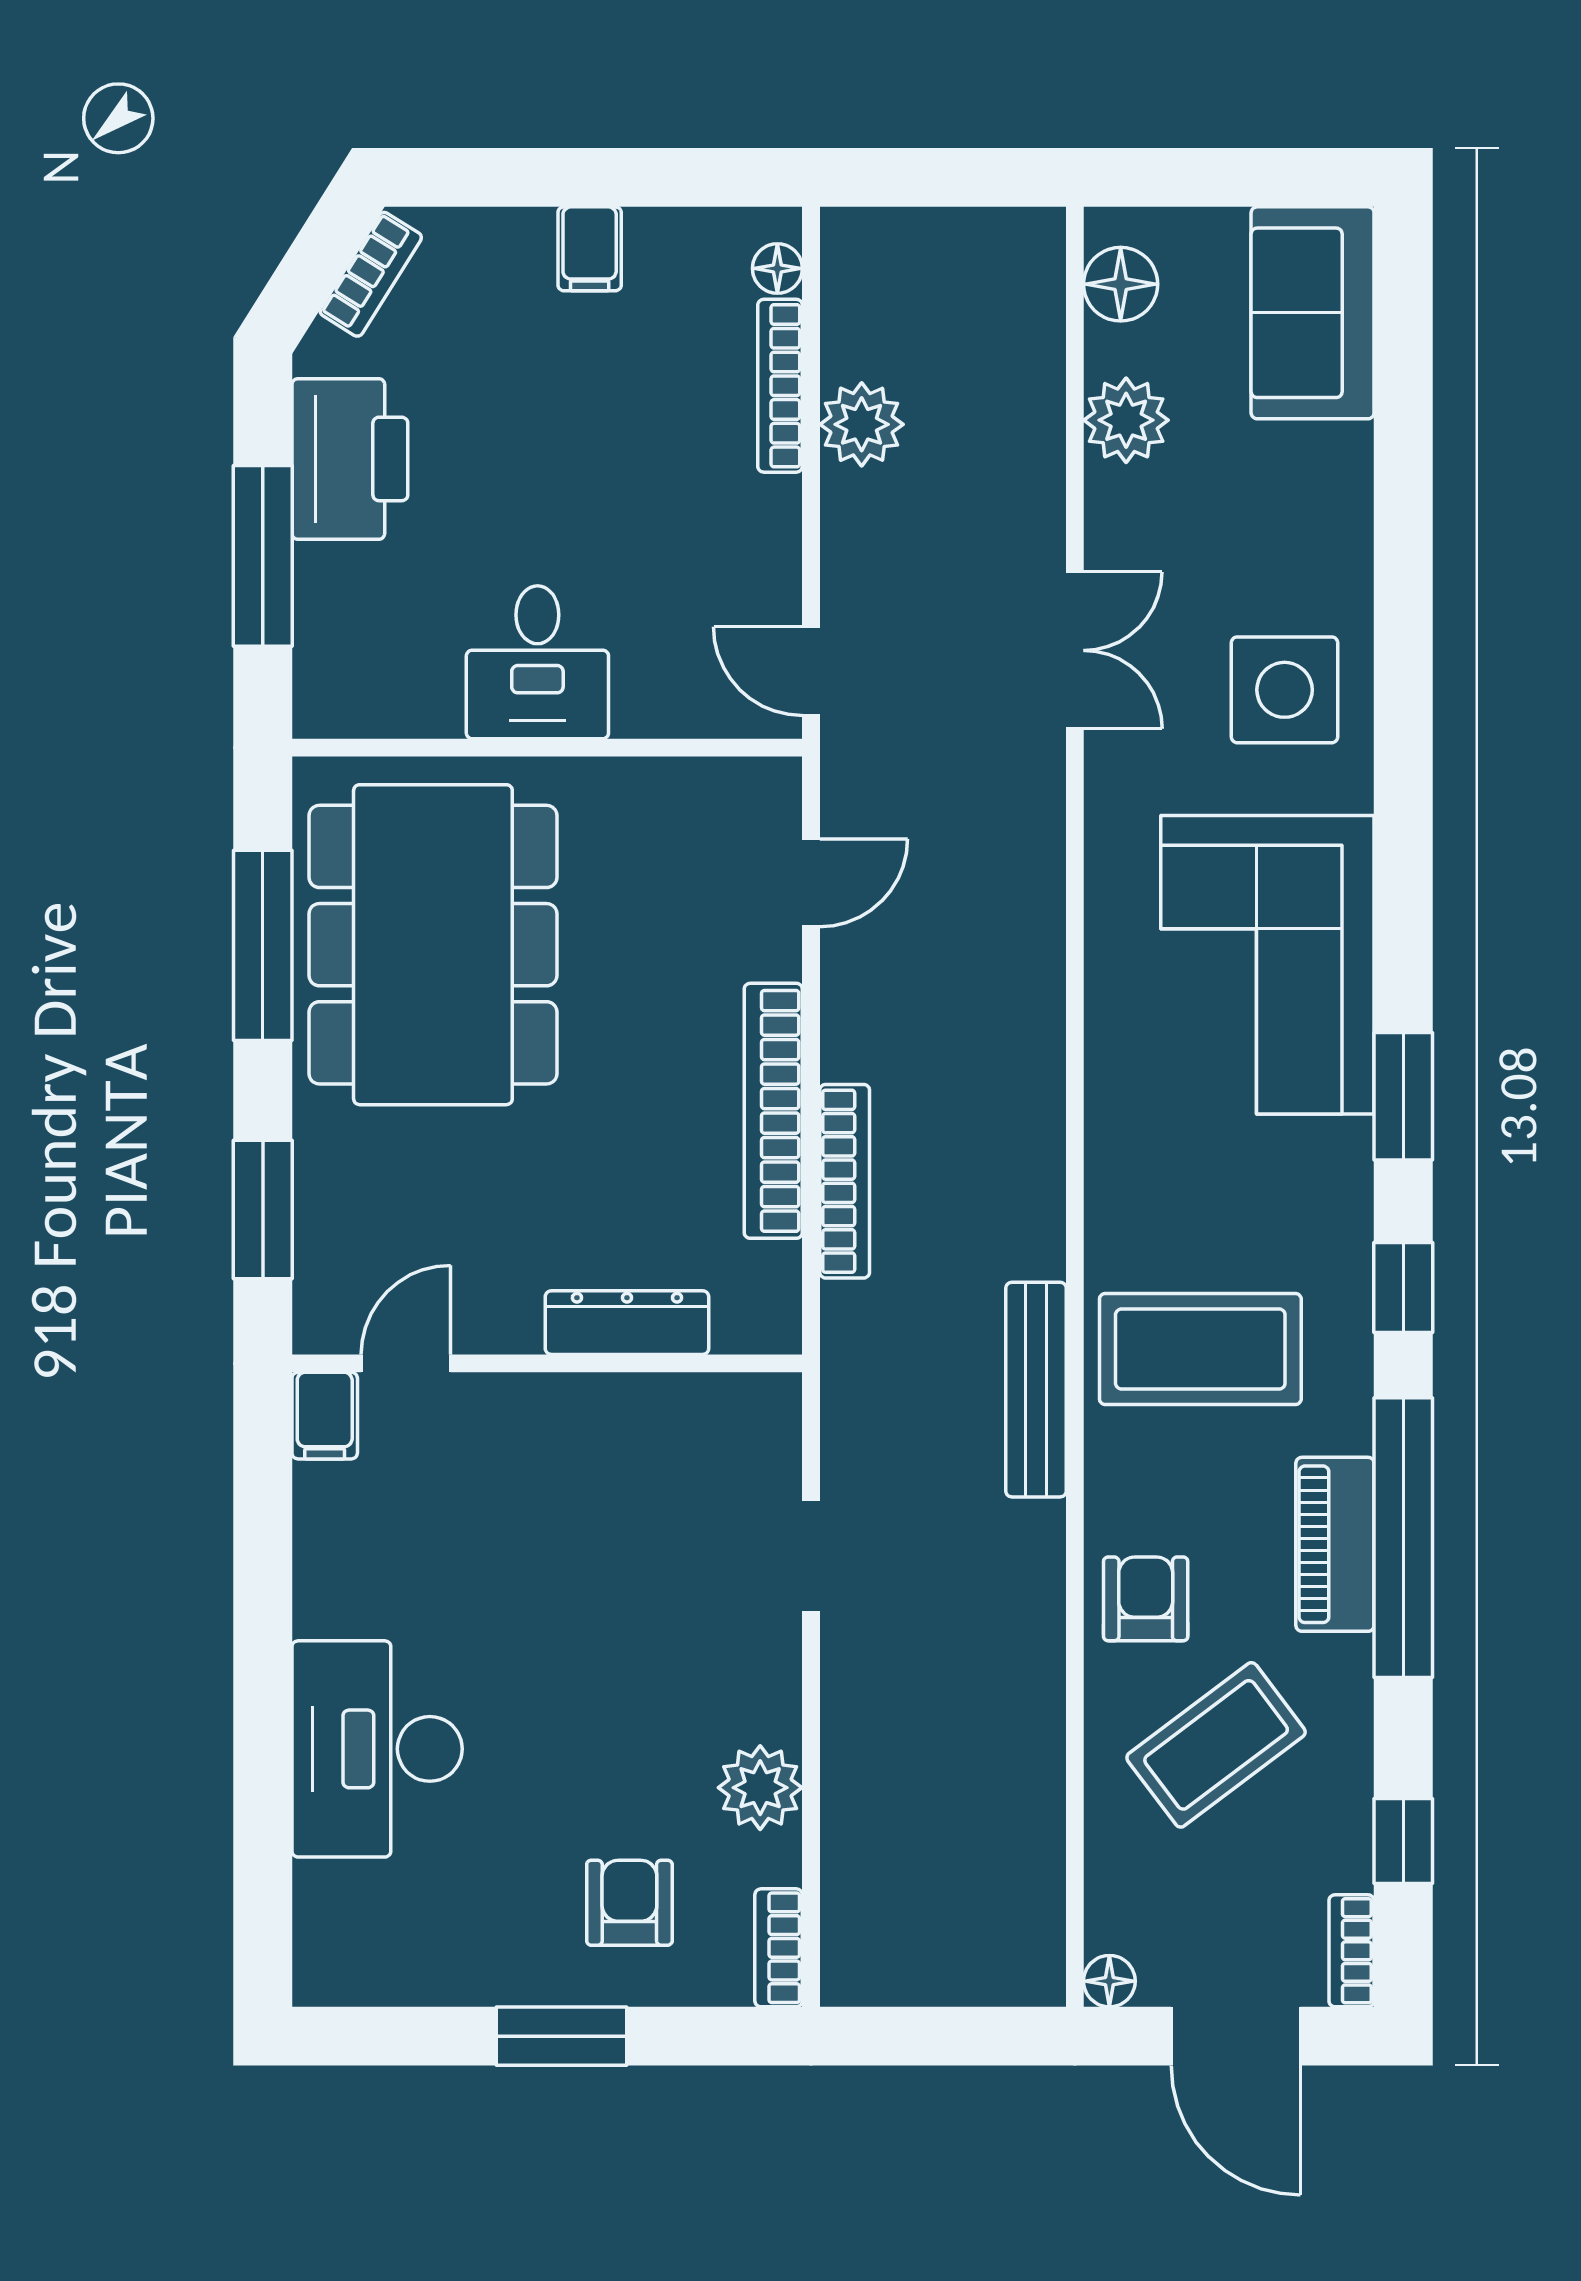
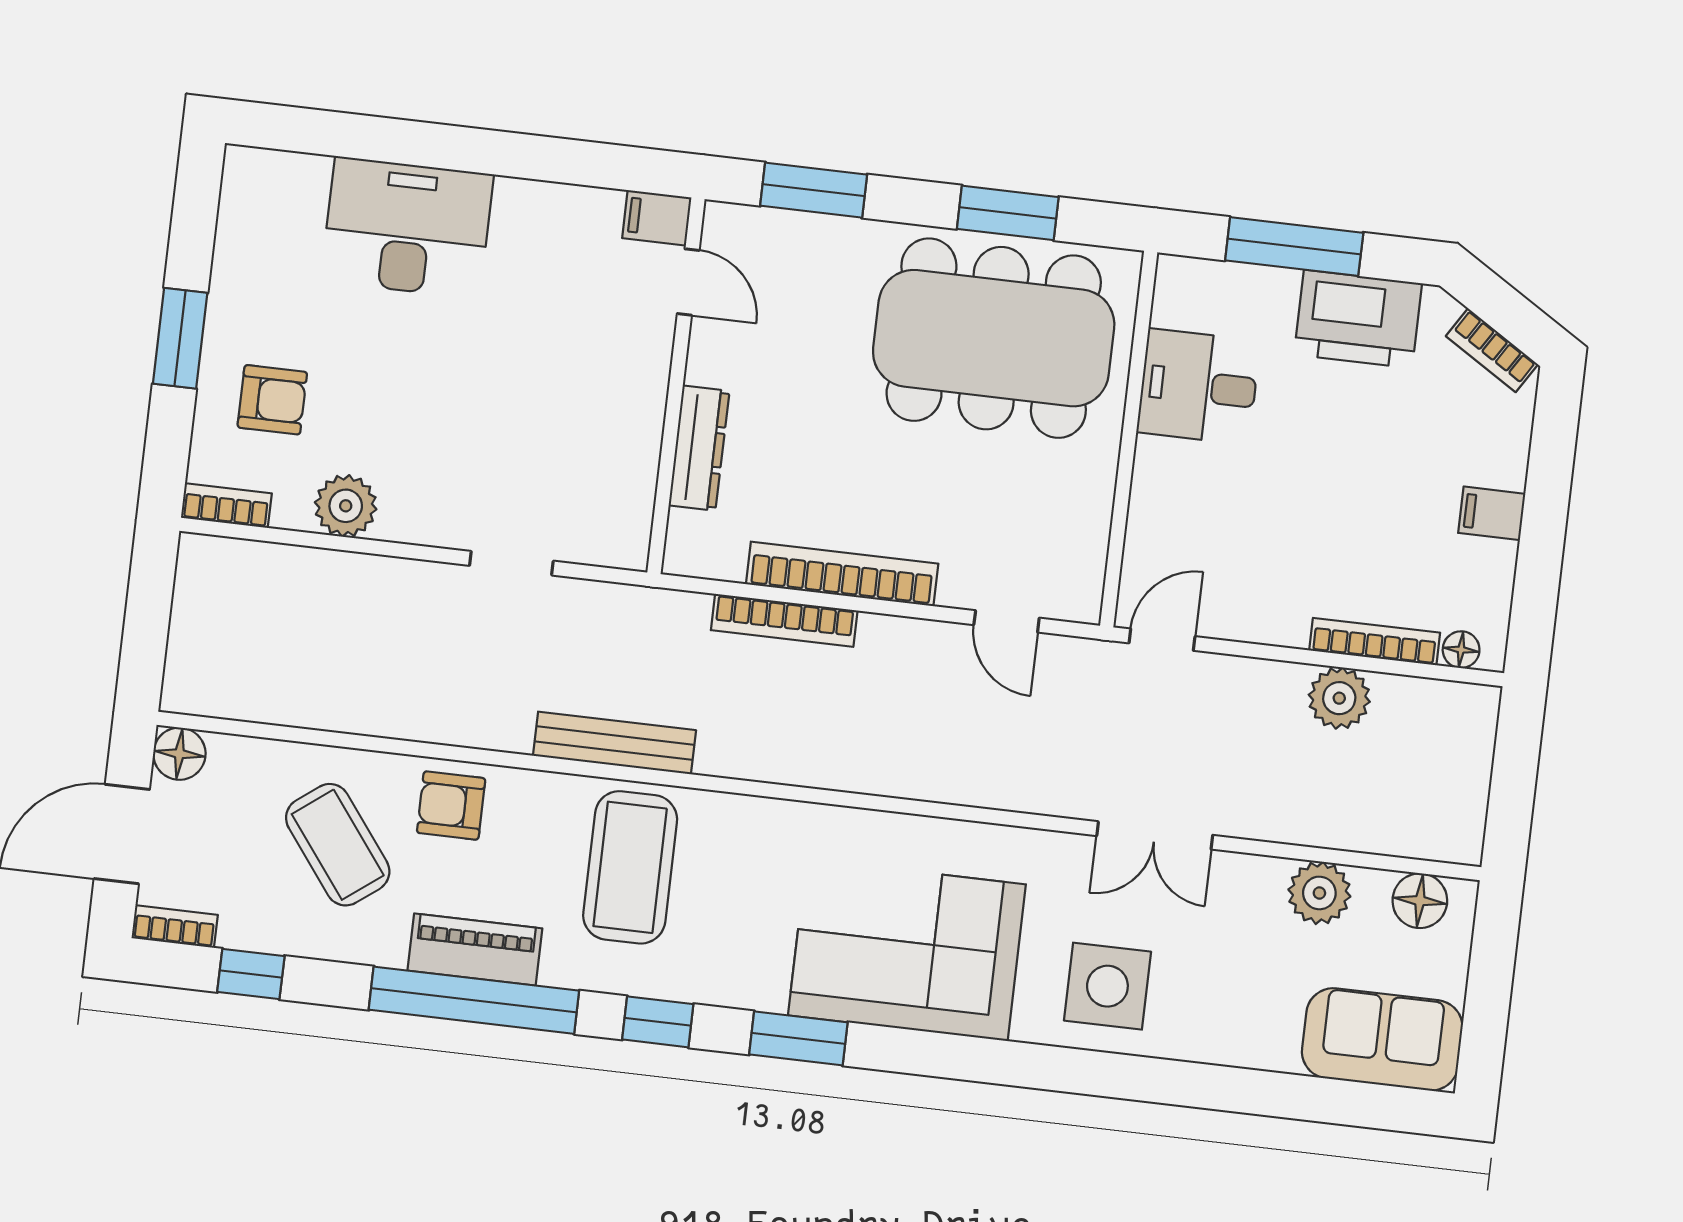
desk: (537, 662) -> (1198, 387), moved
window: (263, 945) -> (1008, 213), width x0.69
armchair: (1146, 1599) -> (451, 806), turned 180
floor lamp: (1109, 1981) -> (179, 754), width x1.37, depth x1.37

